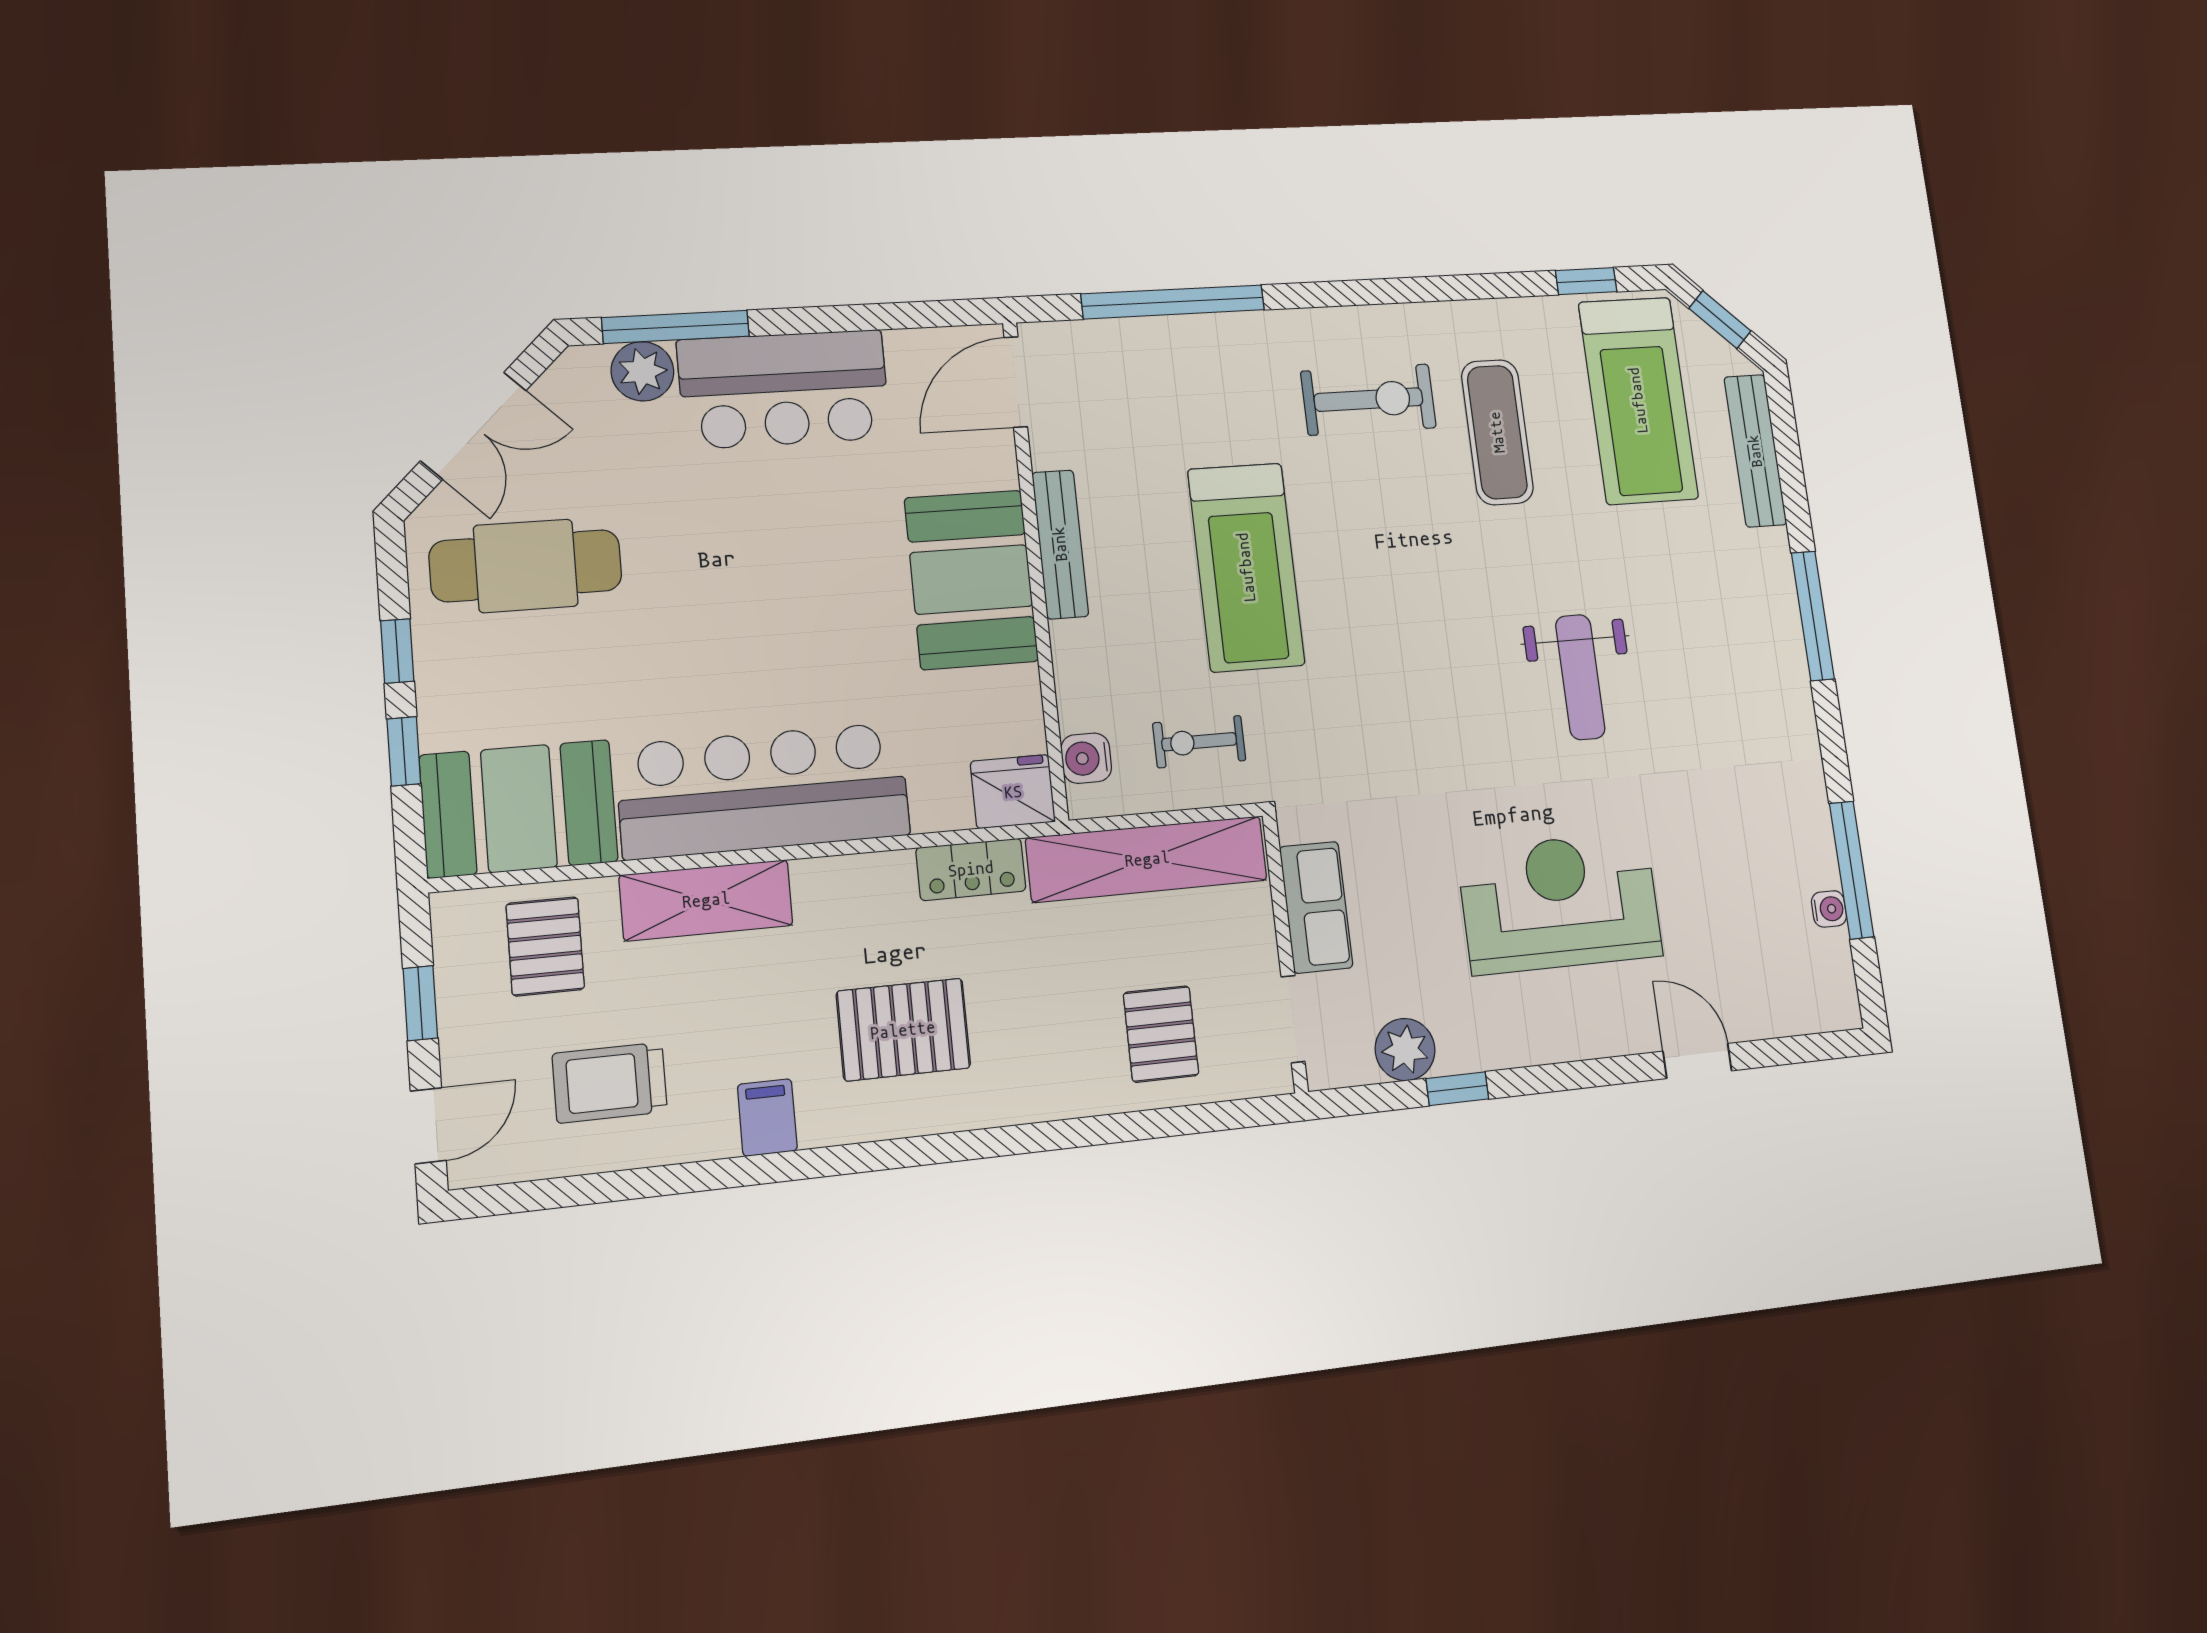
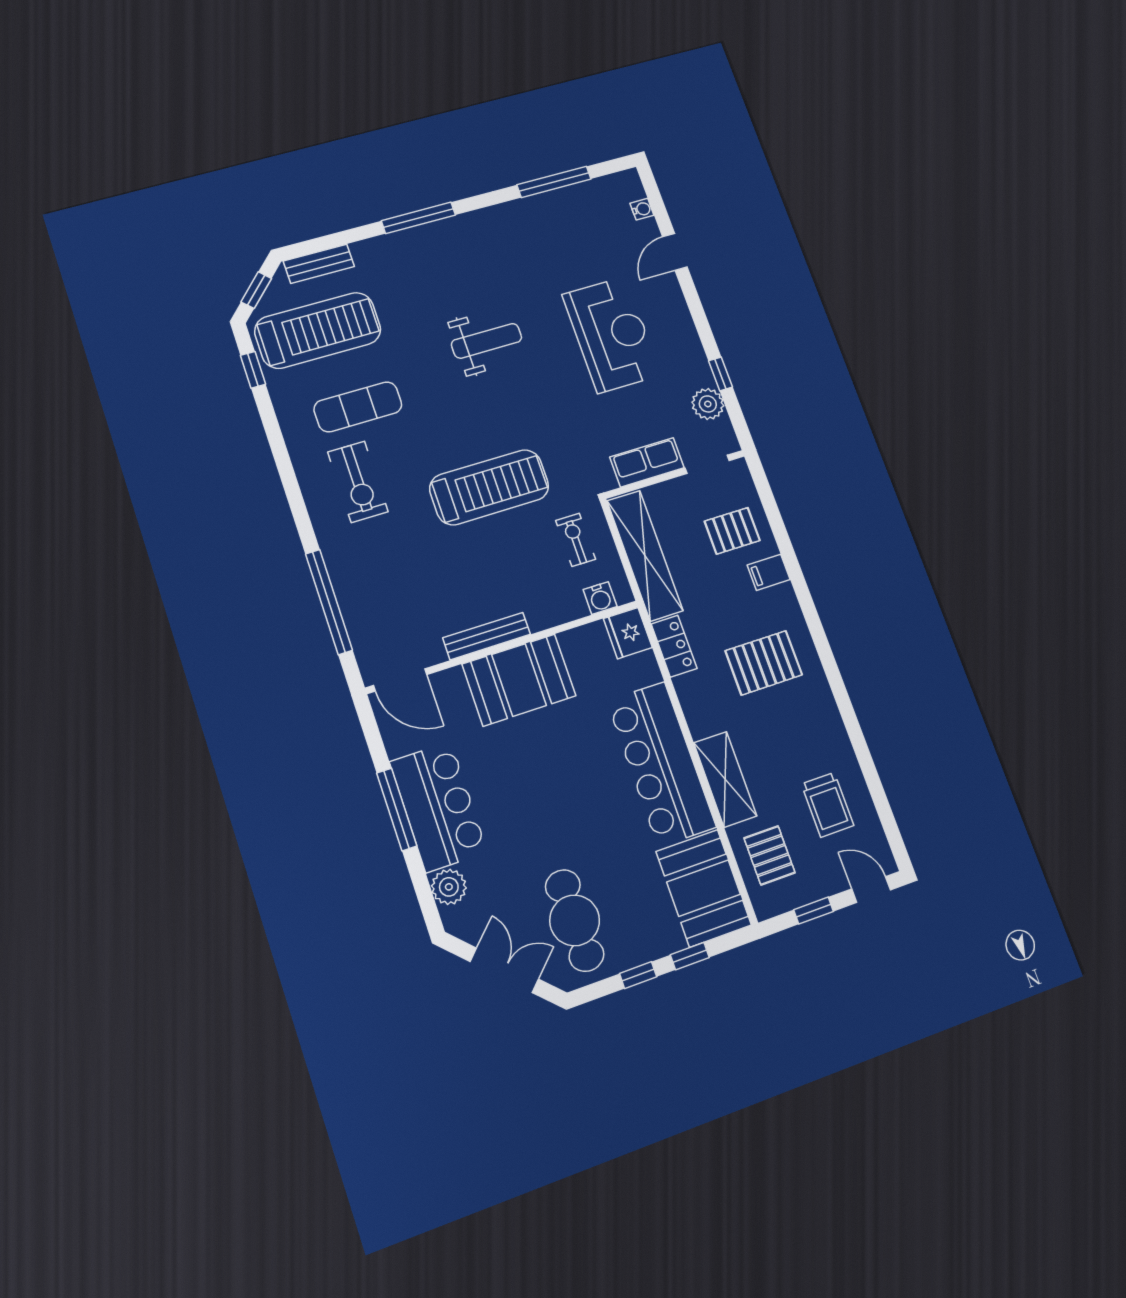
window: (676, 327) -> (397, 809), moved
exercise bike: (1369, 400) -> (358, 482), turned 180
bench: (1755, 451) -> (319, 264), width x0.73
treadmill: (1246, 567) -> (489, 487), moved
exercise bike: (1199, 742) -> (576, 540), turned 180
reception desk: (1560, 903) -> (612, 335), turned 180
water cooler: (1829, 909) -> (642, 209), moved, turned 90
pallet: (545, 946) -> (769, 855), turned 90
pallet: (903, 1030) -> (764, 663), turned 90
filing cabinet: (767, 1117) -> (769, 572), moved

